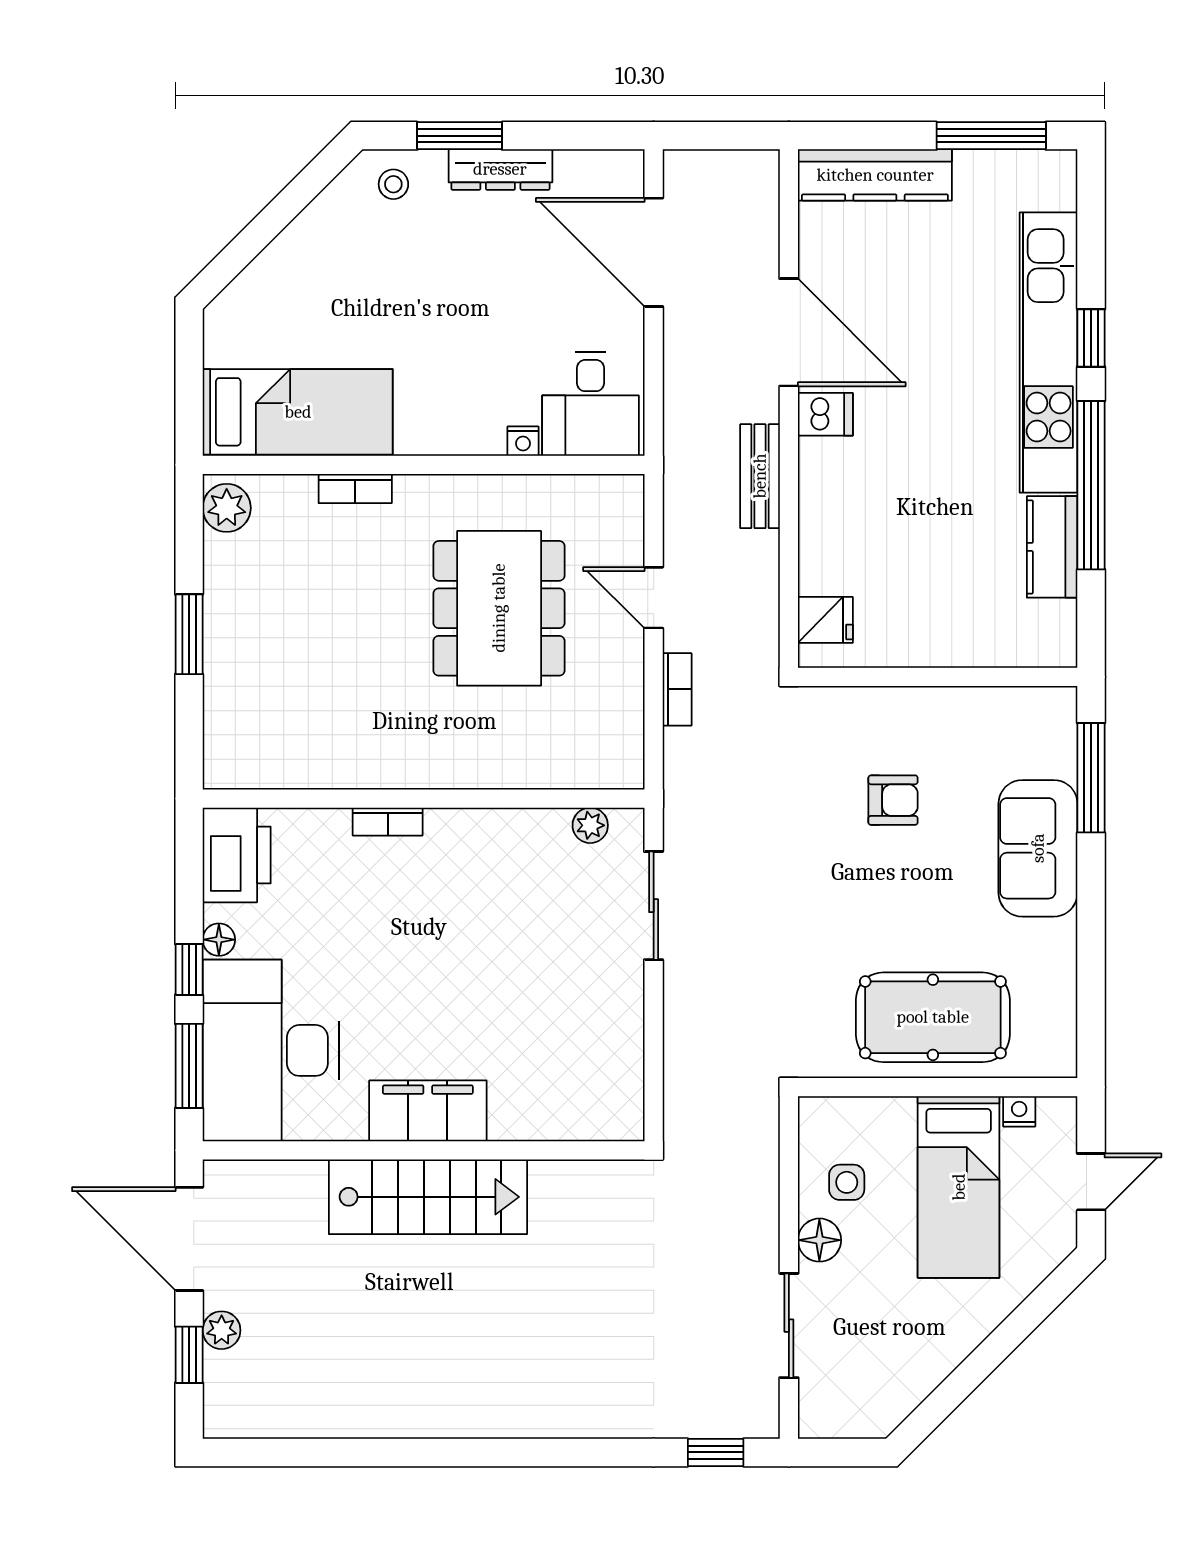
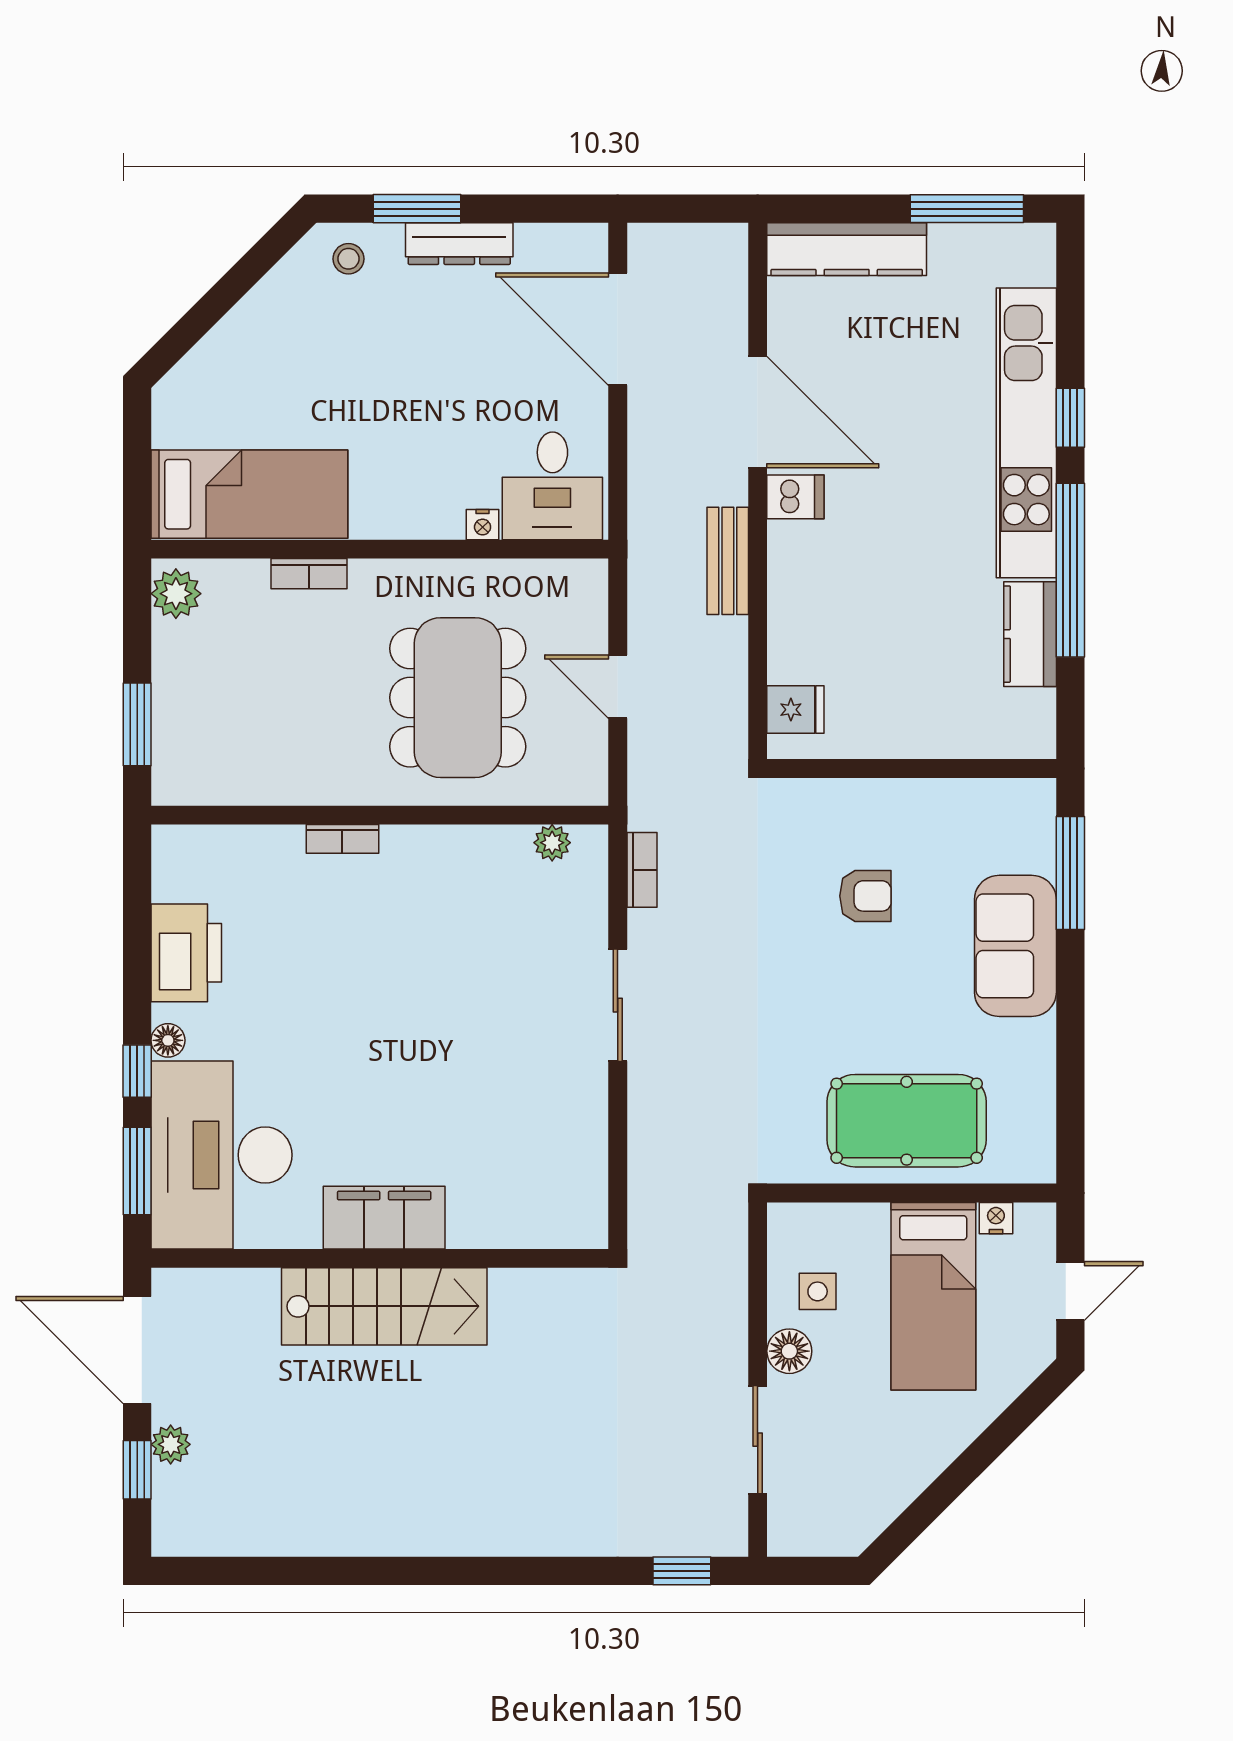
bookcase: (677, 689) -> (642, 870), moved
wall: (424, 799) -> (380, 815), moved
bookcase: (388, 822) -> (342, 839), moved
plant: (590, 825) -> (552, 843), moved

